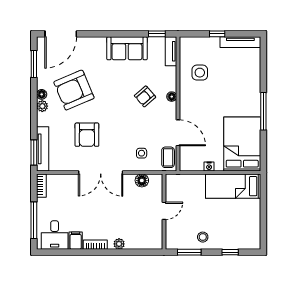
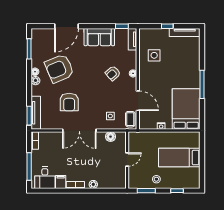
door: (61, 34) -> (66, 26), moved
bed: (233, 186) -> (179, 158), moved

